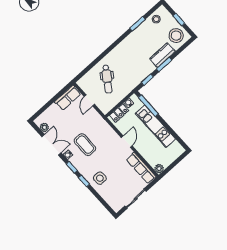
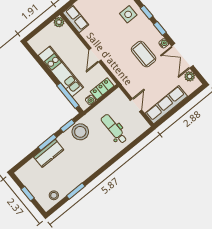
stool: (176, 36) -> (80, 132), moved
dental chair: (107, 79) -> (114, 129), turned -35
row of seats: (68, 98) -> (166, 105), width x1.48
row of seats: (141, 168) -> (76, 19), width x0.68

